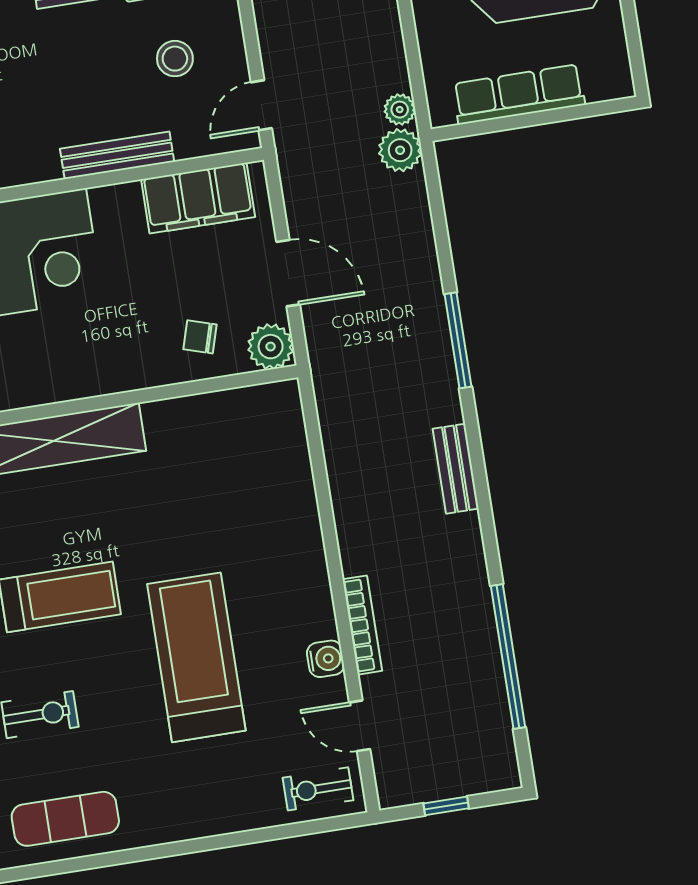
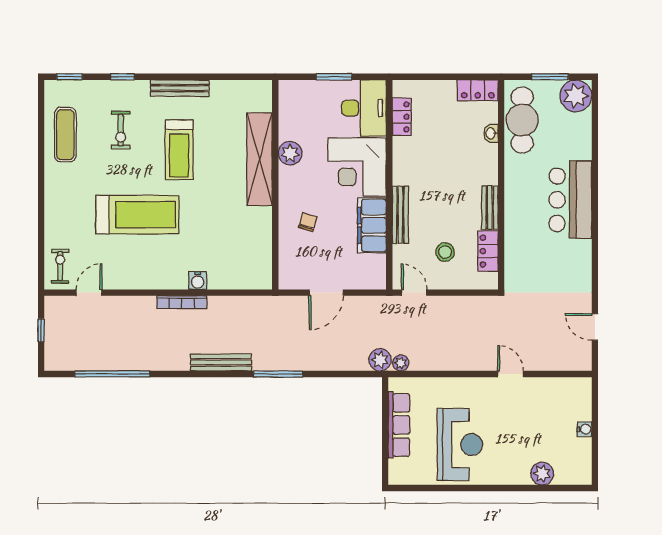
filing cabinet: (198, 198) -> (372, 225), moved
chair: (200, 337) -> (308, 222), moved
plant: (271, 347) -> (290, 153), moved
bench: (456, 469) -> (221, 362), width x1.36
bookcase: (362, 625) -> (182, 302), moved
water cooler: (326, 659) -> (198, 281), moved

